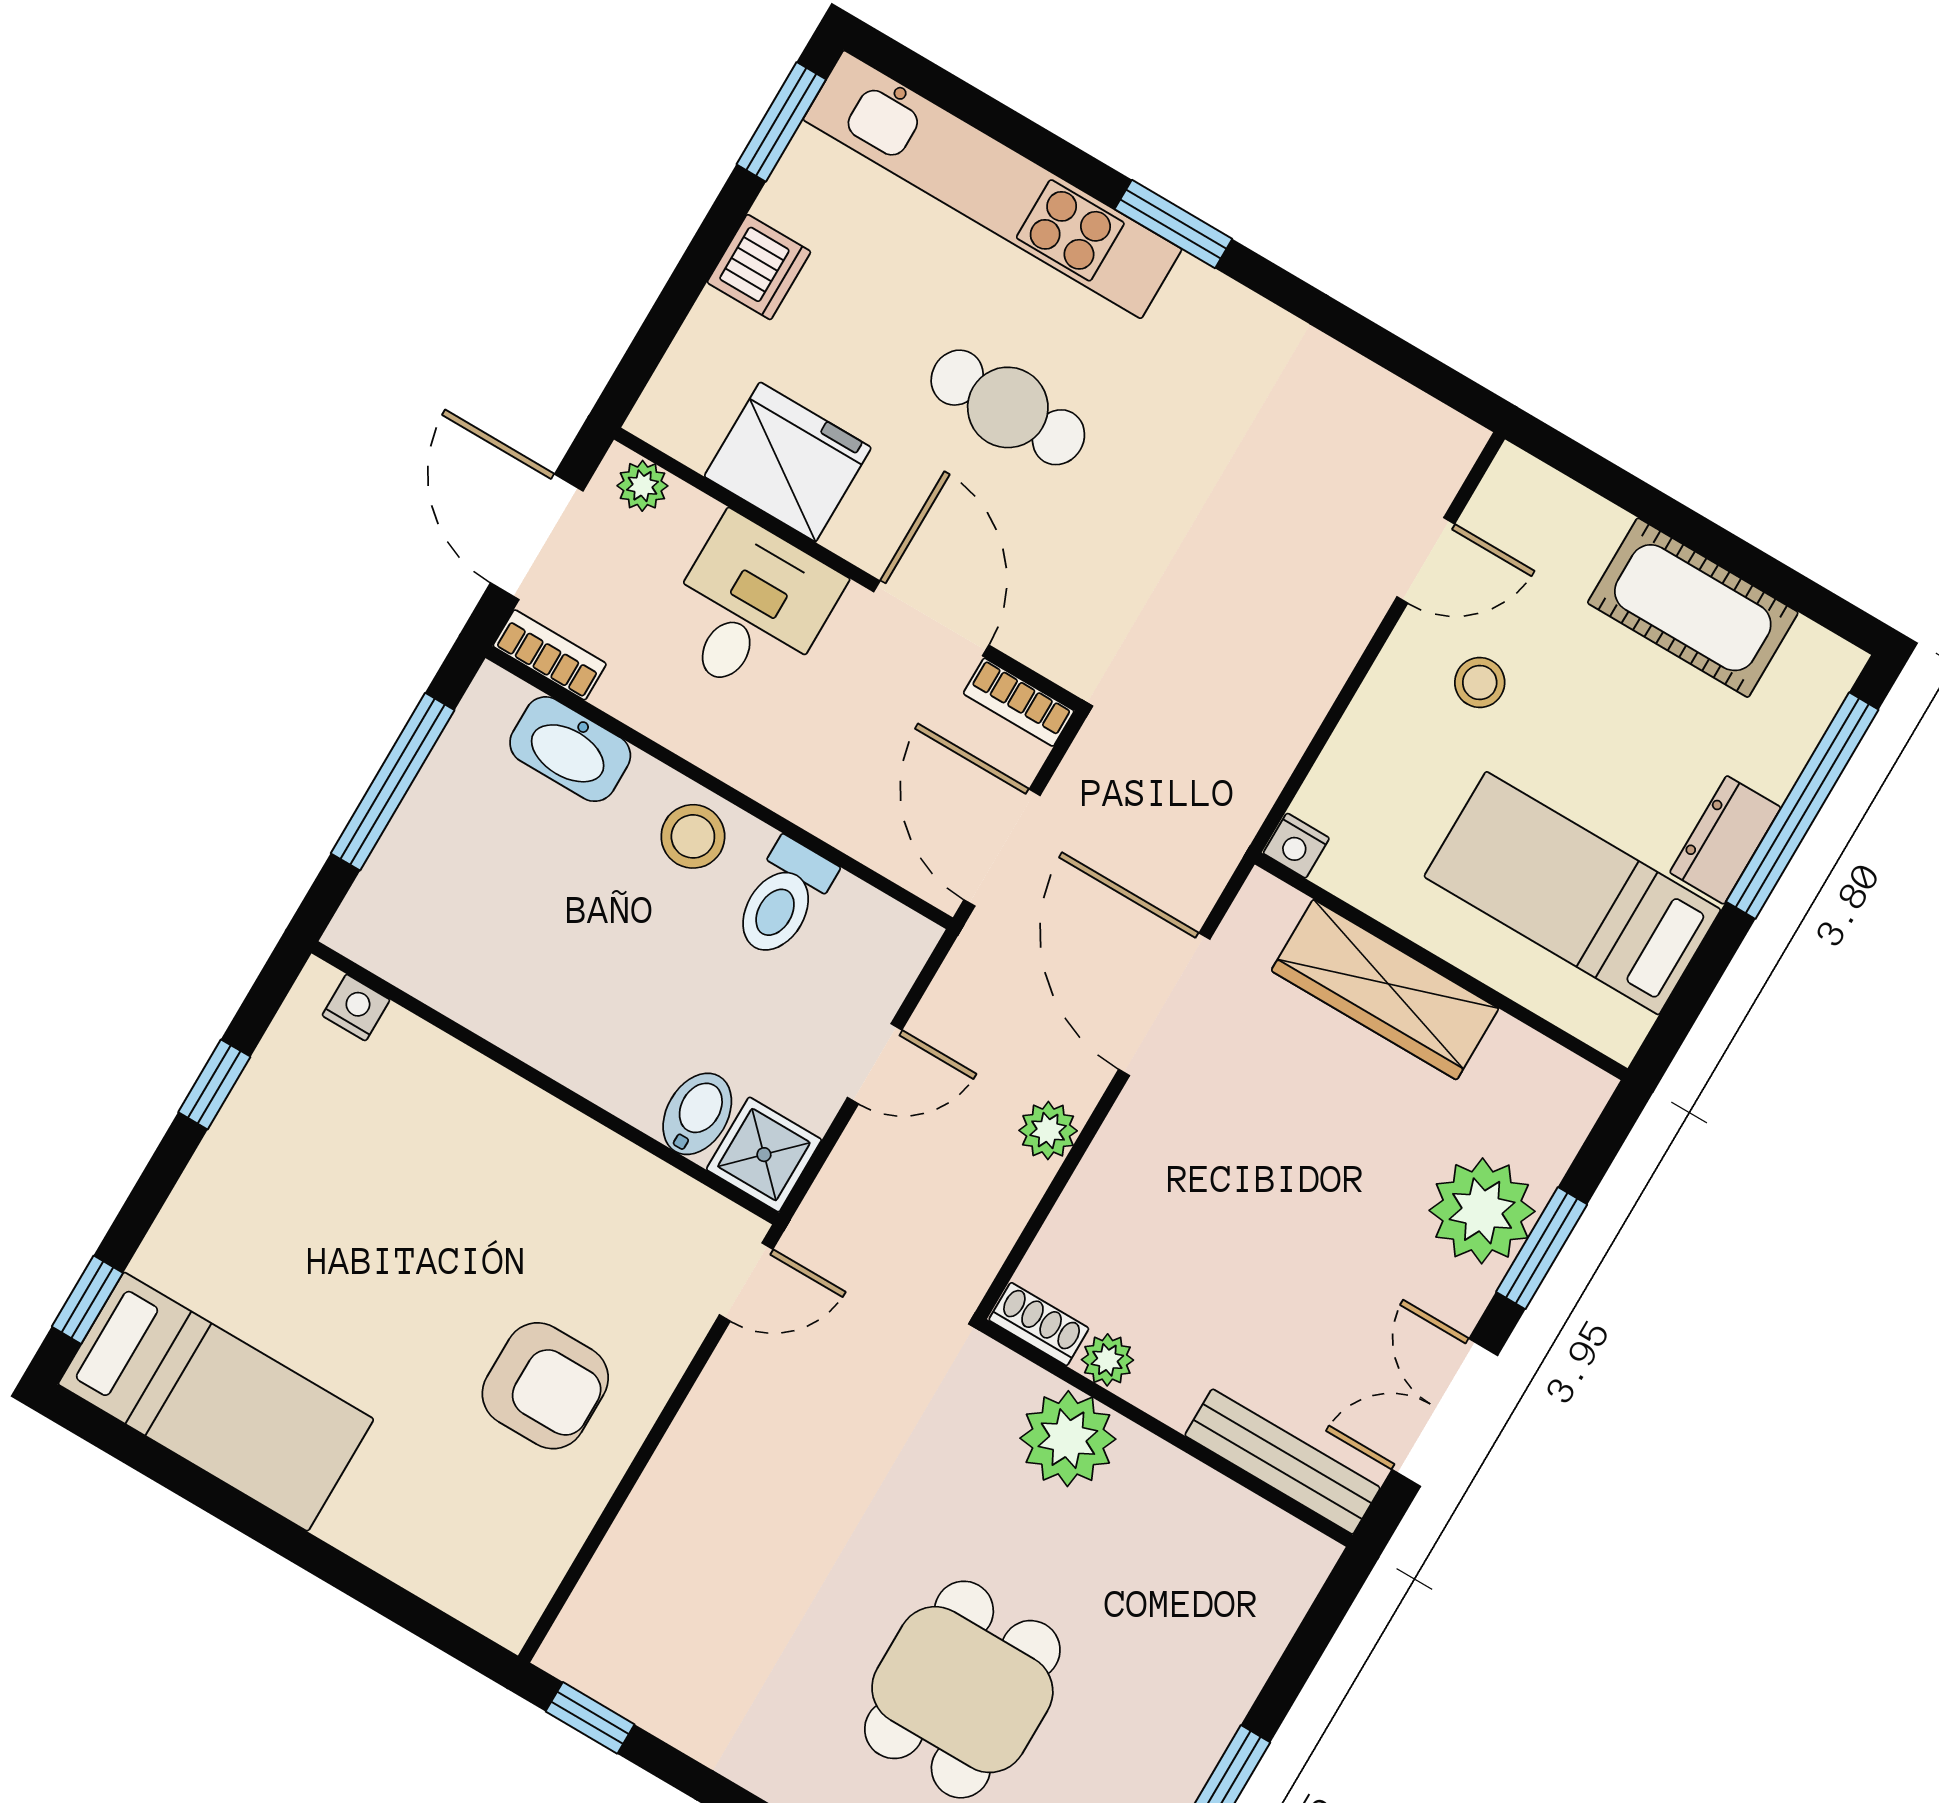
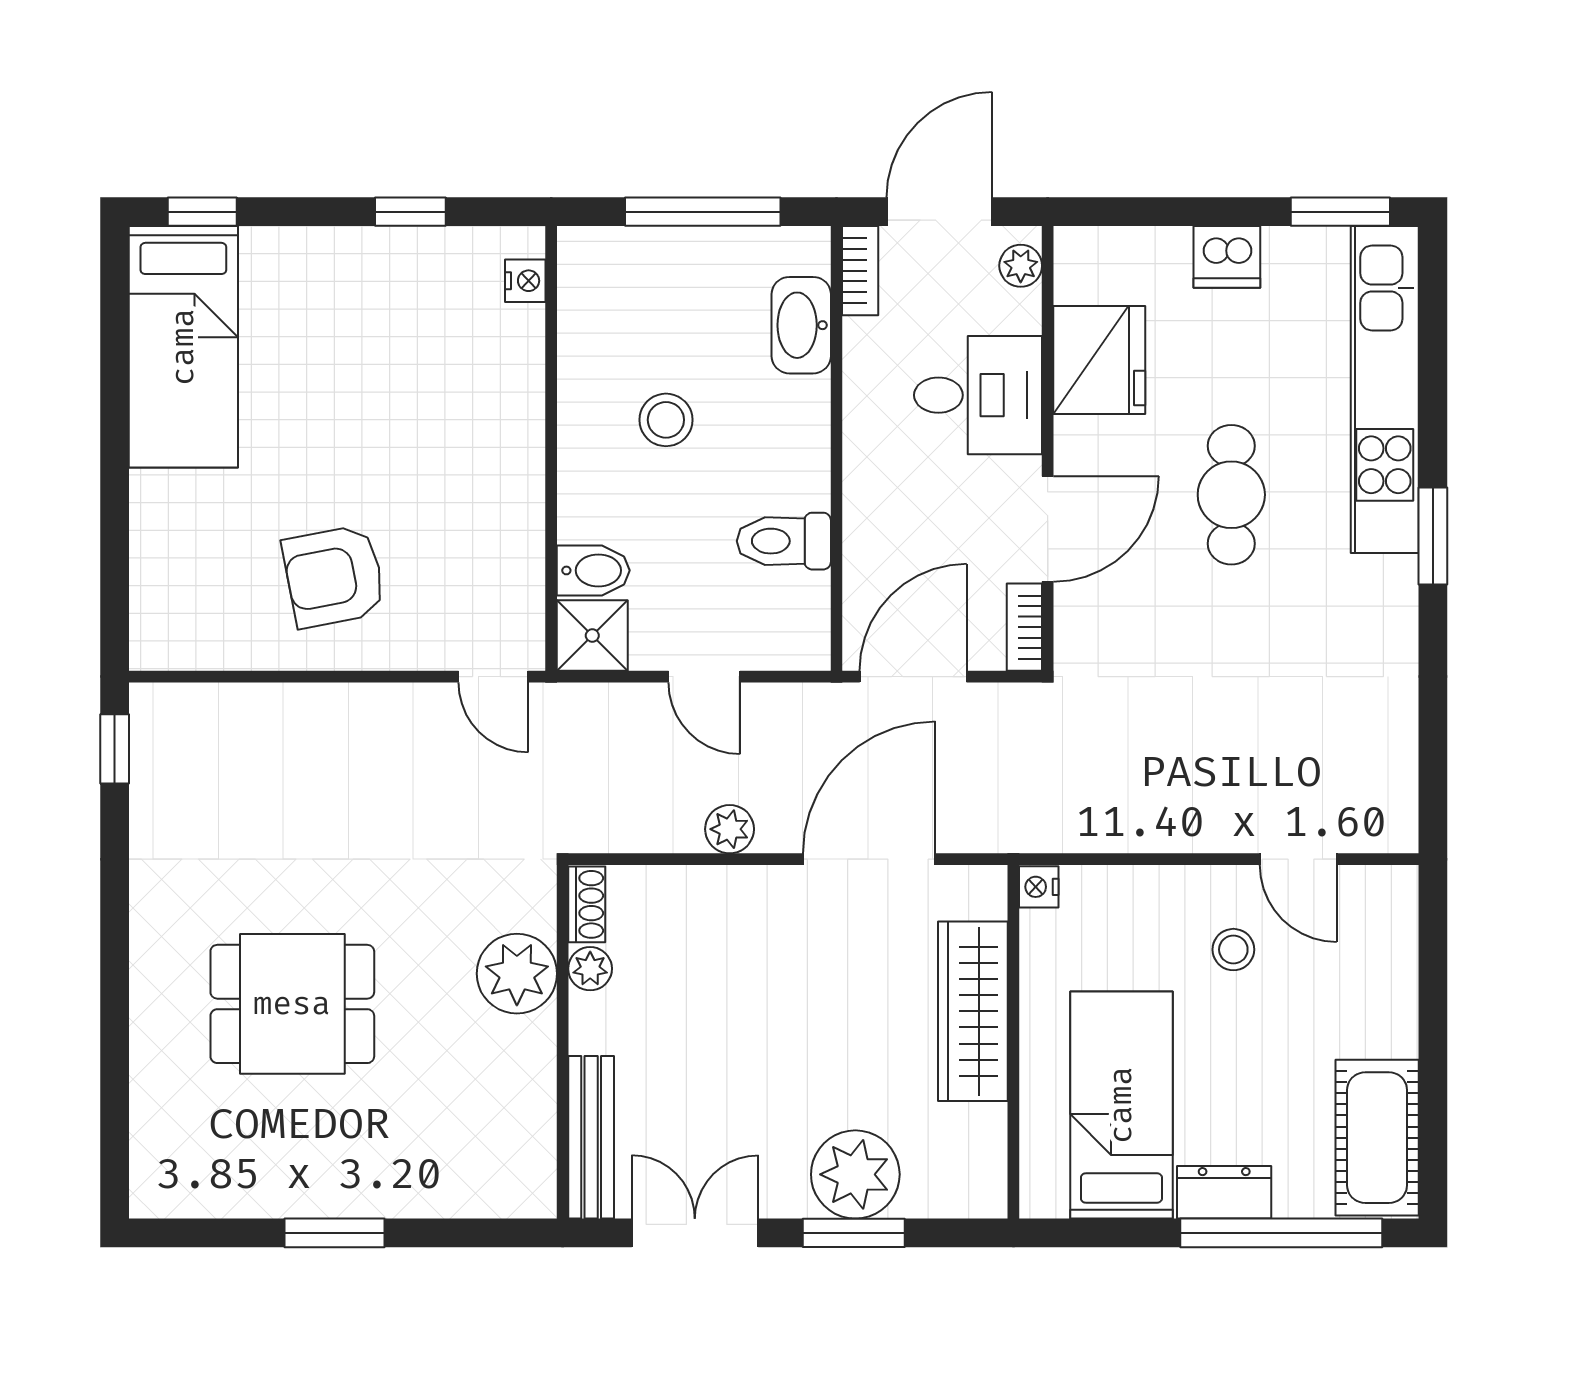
cot: (1693, 608) -> (1377, 1138), moved
stool: (693, 836) -> (666, 420), moved
armchair: (545, 1386) -> (334, 576), turned 79

